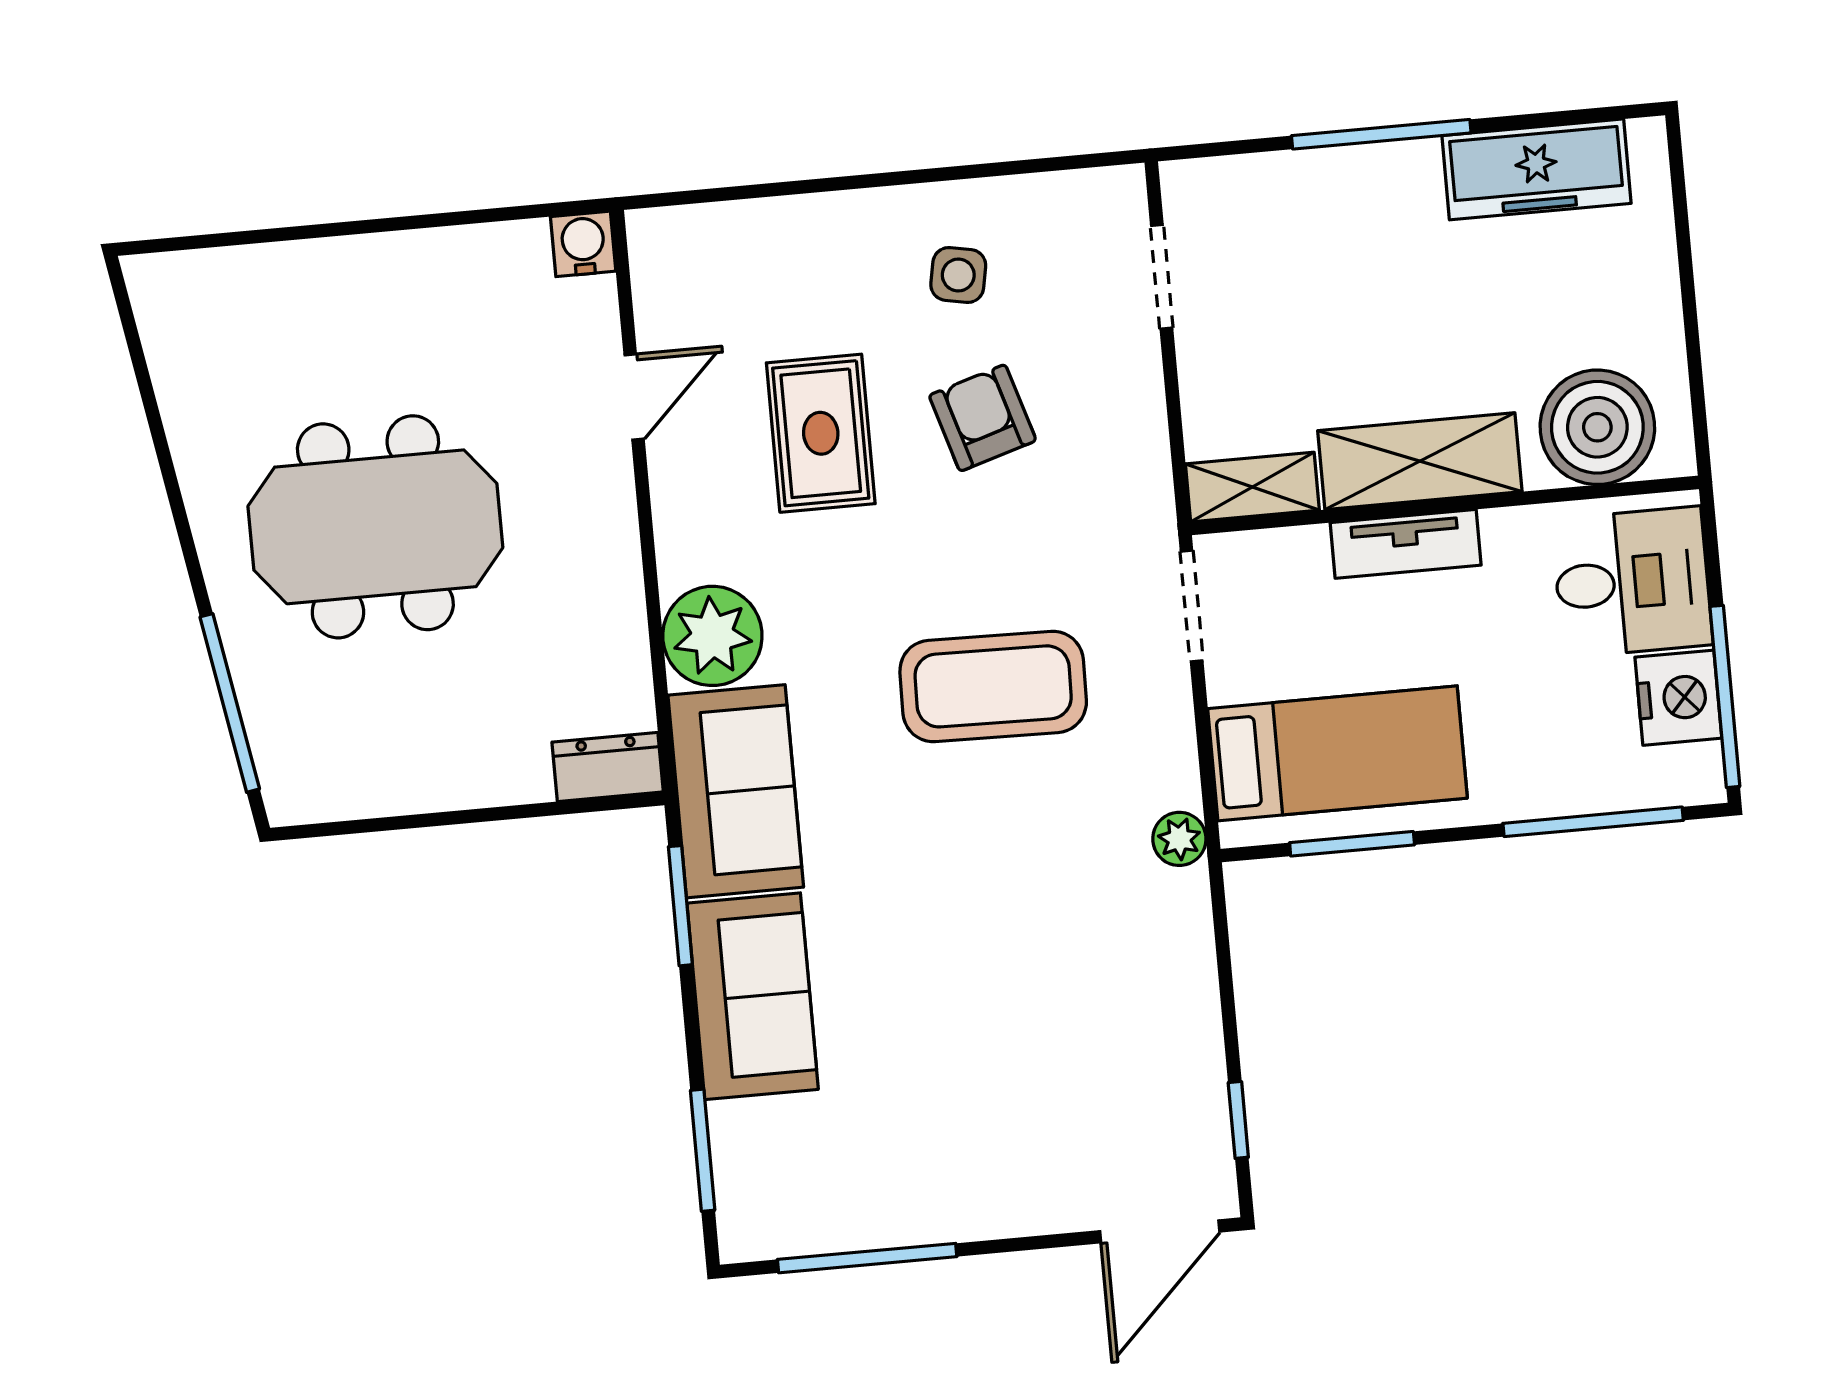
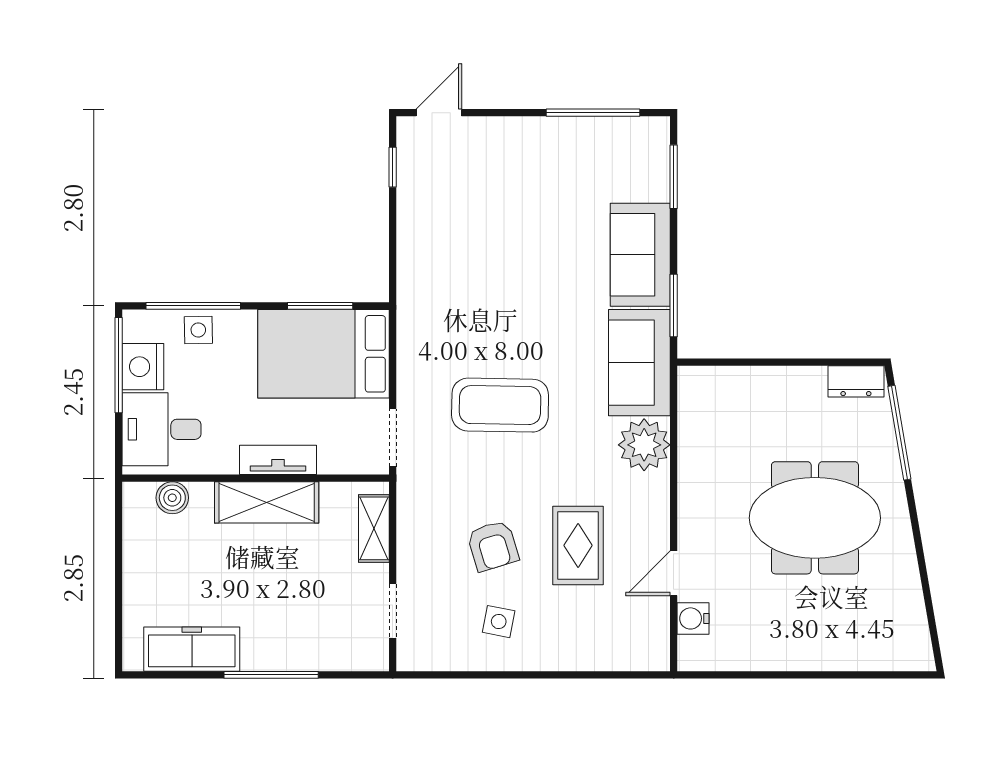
water cooler: (583, 244) -> (693, 618), moved, turned 90
boiler: (1597, 427) -> (172, 498), width x0.54, depth x0.54
shelving: (1252, 487) -> (374, 528), moved, turned 90
bed: (1337, 753) -> (323, 354), width x1.50
dresser: (608, 767) -> (856, 381), moved
side table: (1579, 777) -> (198, 330), added
plant: (1179, 839) -> (410, 317), removed
door: (1160, 1231) -> (439, 113), width x0.73

